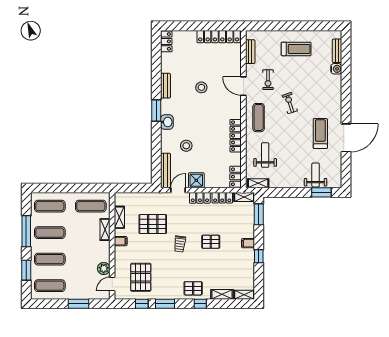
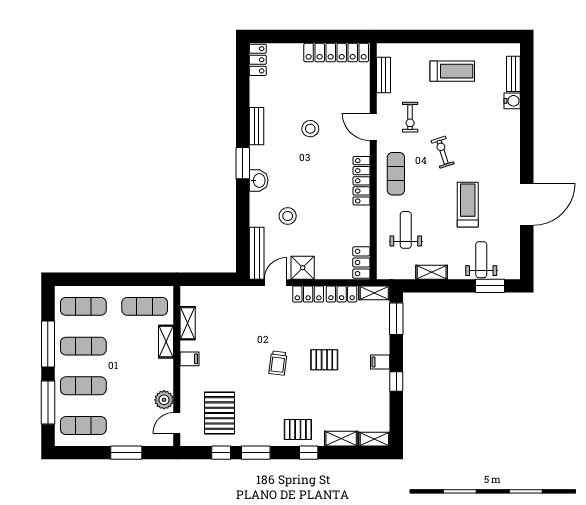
treadmill: (320, 134) -> (468, 205), moved
locker: (236, 136) -> (362, 181), moved
shelving: (258, 183) -> (432, 272), moved
pallet: (153, 224) -> (238, 333), removed
window: (26, 270) -> (48, 402), width x1.44

